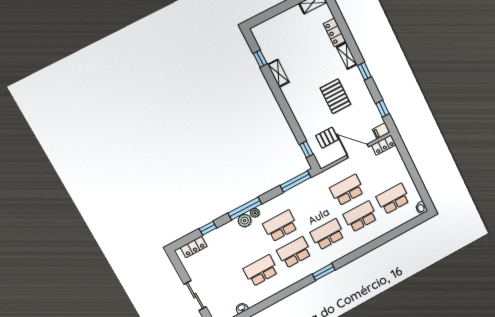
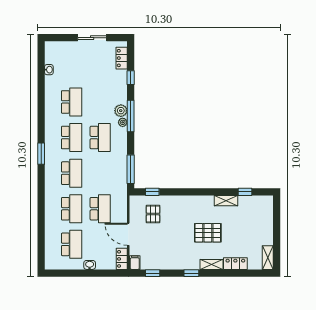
pallet: (335, 96) -> (208, 233), moved
door: (358, 151) -> (128, 234), swing flipped
washbasin: (421, 208) -> (90, 265), moved
sliding door: (195, 296) -> (92, 38), moved

